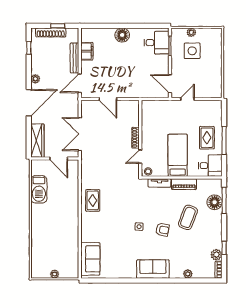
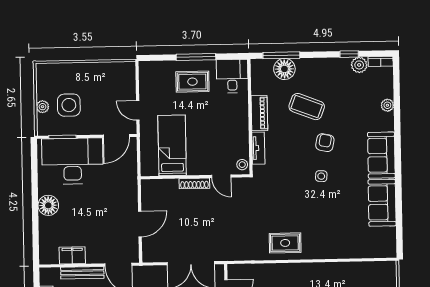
desk: (157, 43) -> (72, 161), width x1.87, depth x1.30
bed: (178, 155) -> (172, 145), moved, turned 90
sofa: (90, 259) -> (382, 203), moved, turned -90

